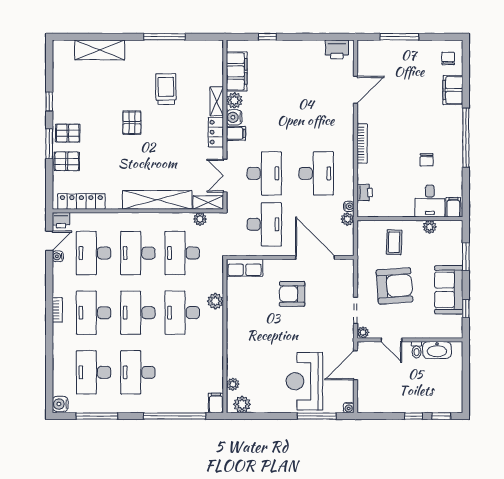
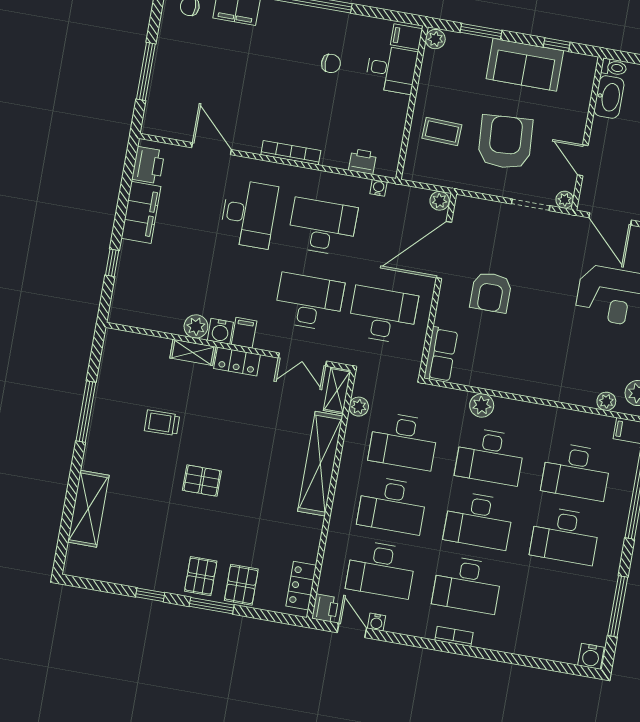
filing cabinet: (237, 71) -> (141, 212), moved, turned 90
trolley: (166, 89) -> (162, 423), width x0.73, depth x0.72
desk: (316, 122) -> (249, 214), added
locker: (81, 201) -> (301, 586), width x0.66
plant: (347, 219) -> (440, 201), moved
plant: (430, 227) -> (435, 39), moved
door: (391, 340) -> (583, 160), swing flipped
toilet: (417, 350) -> (614, 67), moved
desk: (94, 372) -> (576, 472), moved

